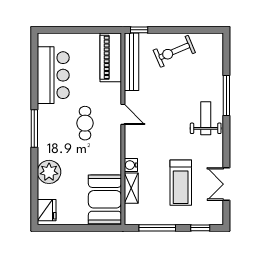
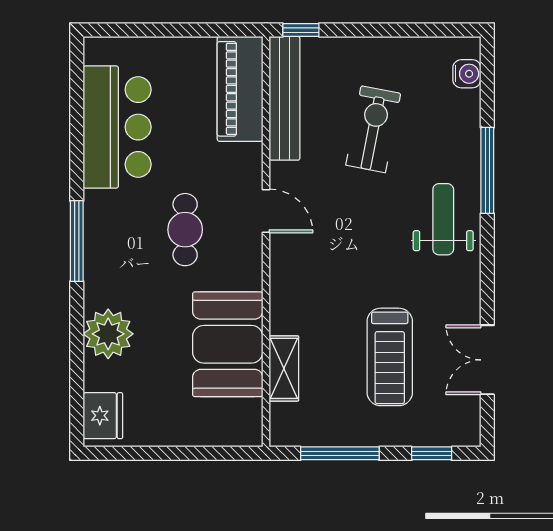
exercise bike: (174, 51) -> (373, 129), moved, turned 124
water cooler: (131, 165) -> (467, 74), moved, turned 180
booth: (105, 199) -> (228, 344), moved

